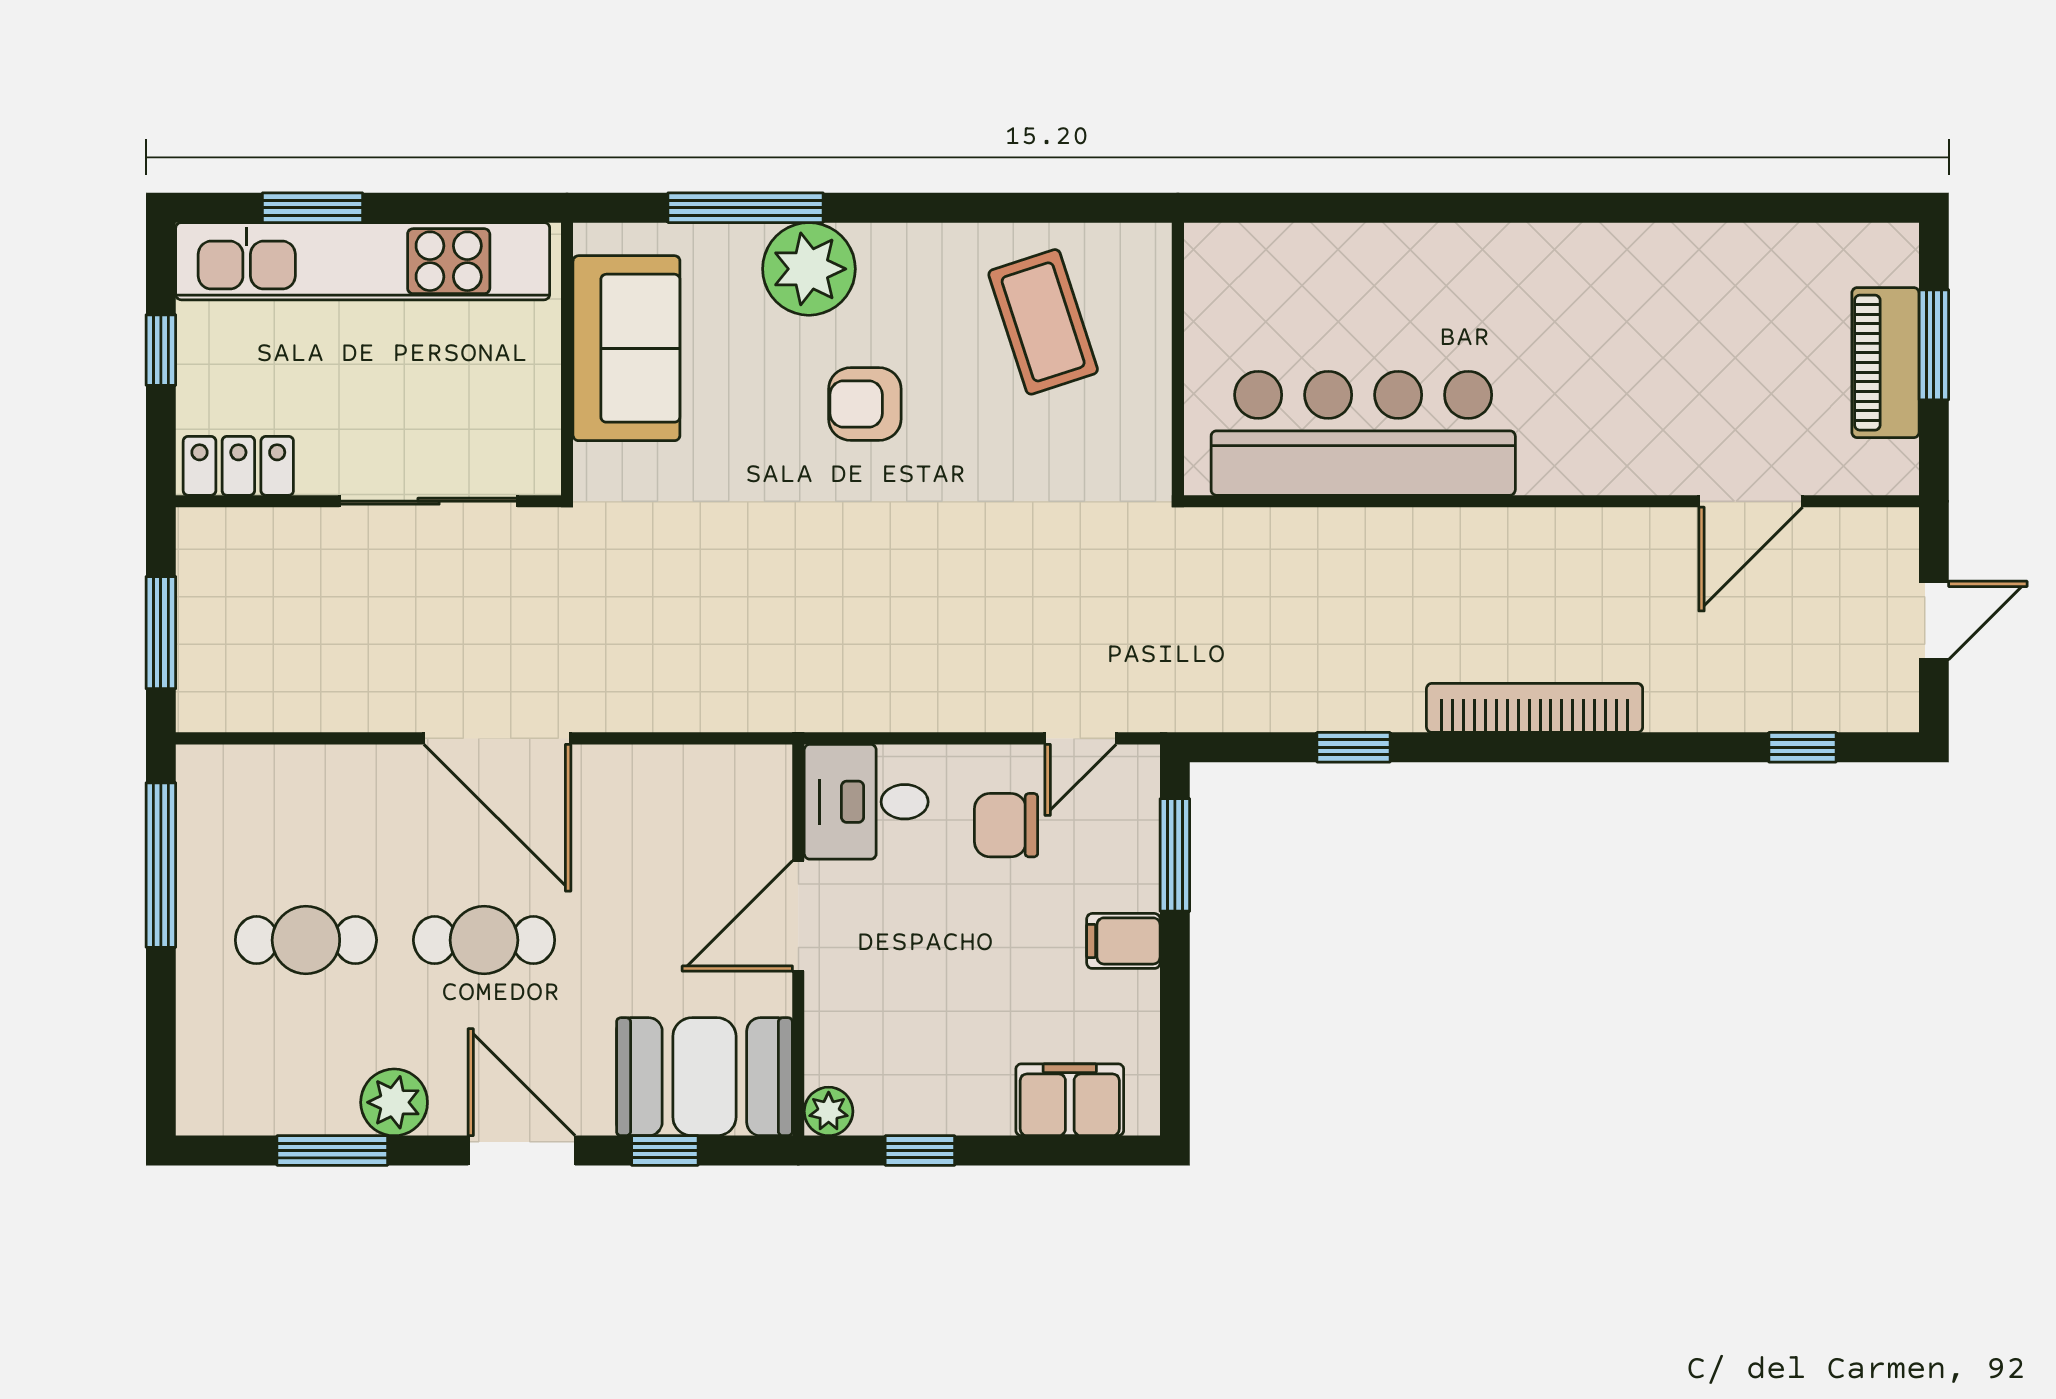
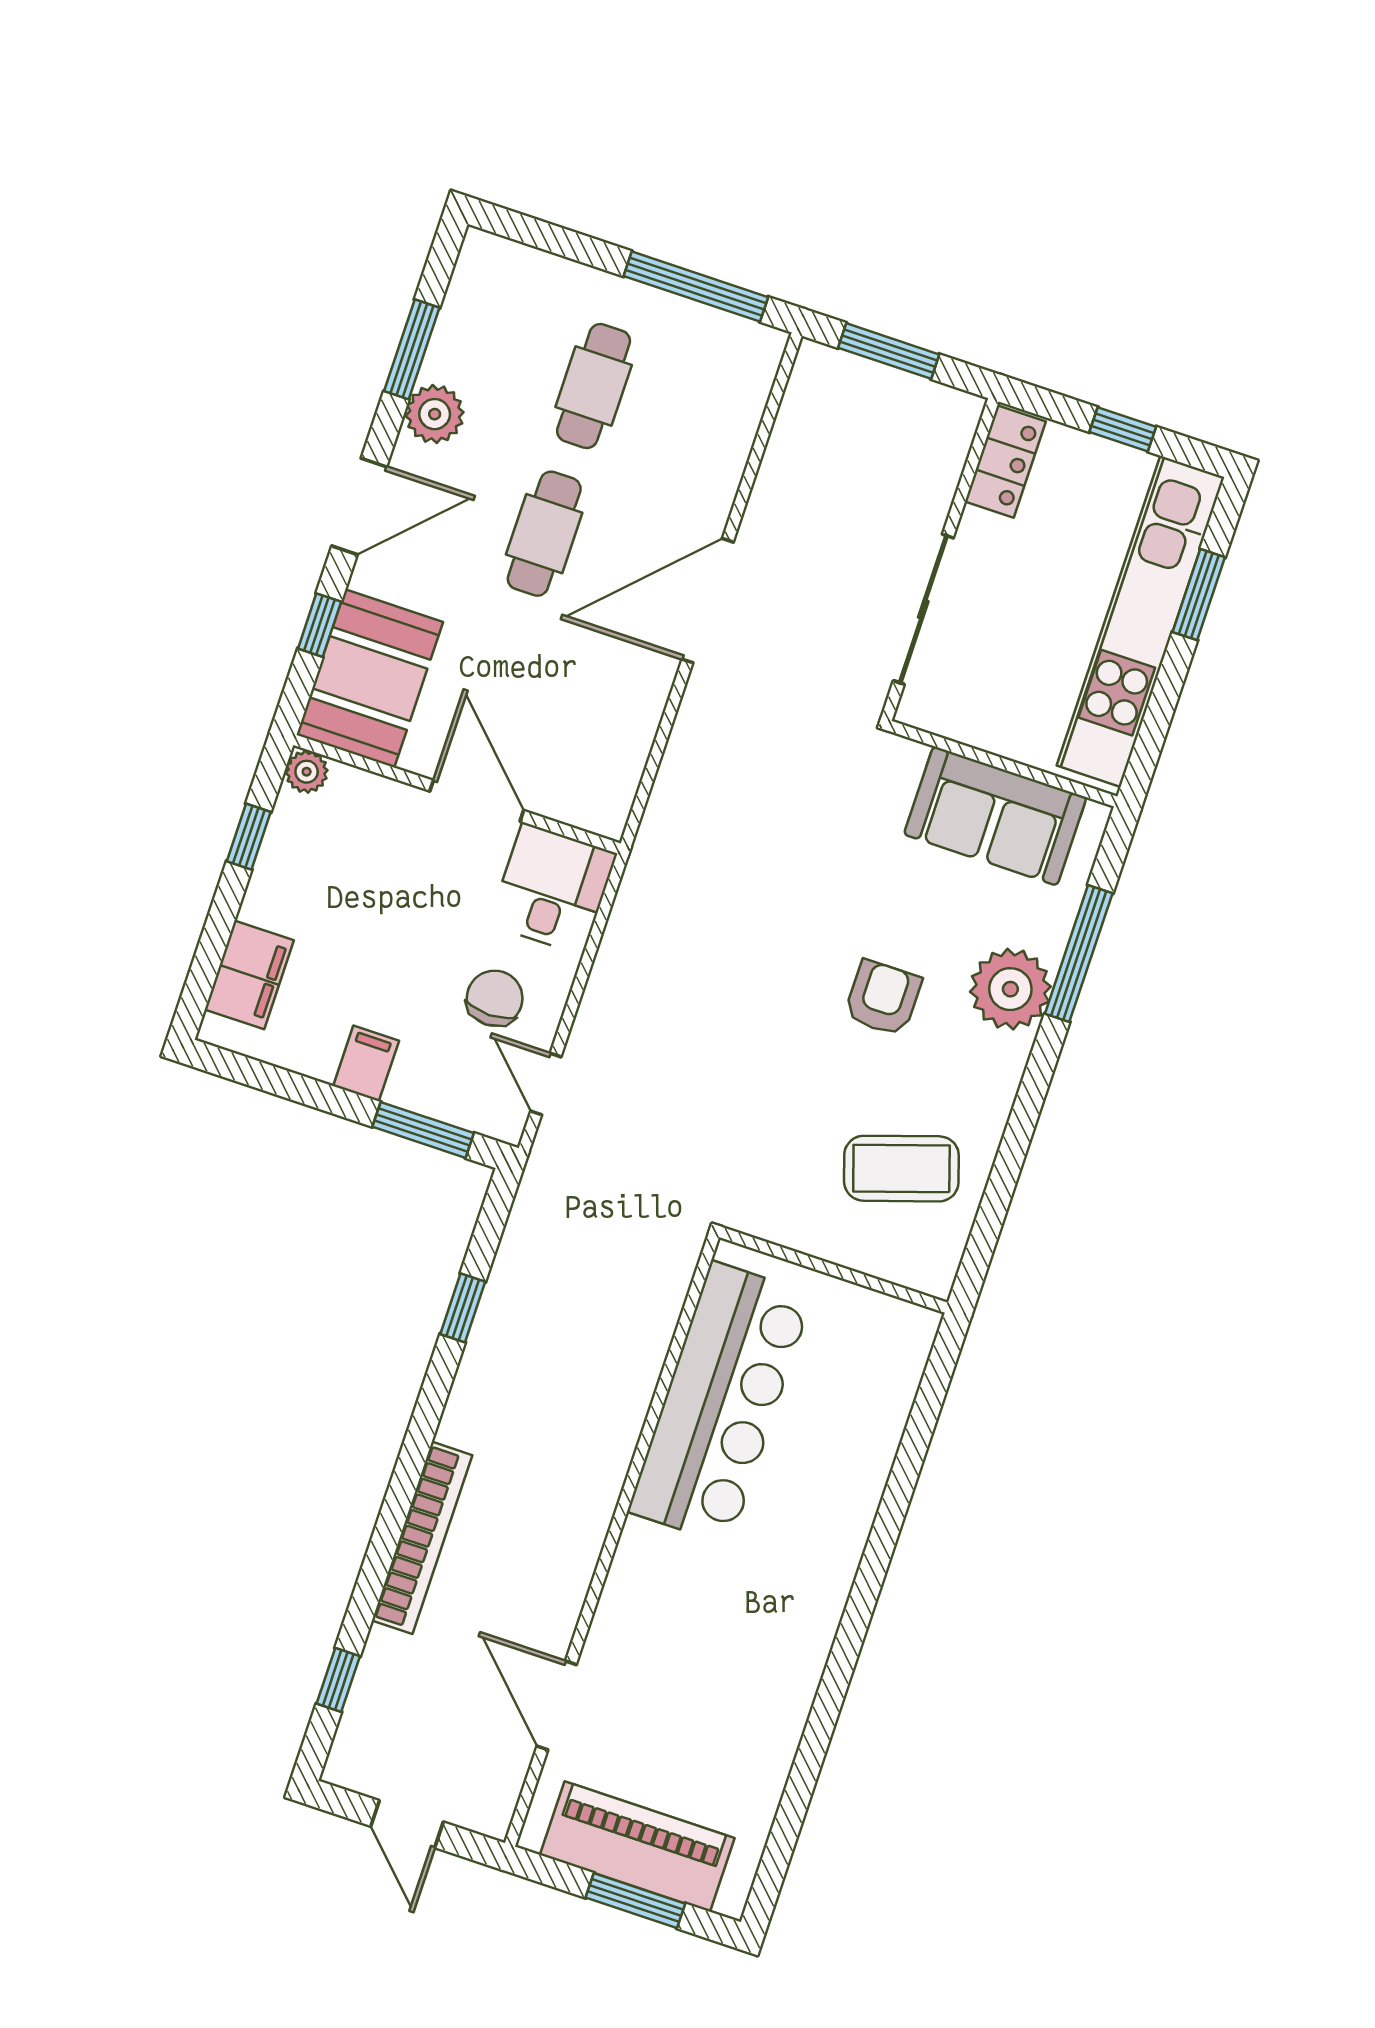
piano: (1885, 363) -> (637, 1846), width x1.37, depth x1.33
bookcase: (1535, 708) -> (422, 1538), moved

